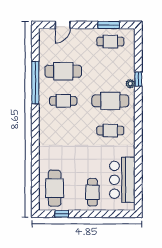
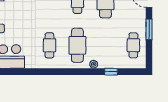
window: (109, 25) -> (149, 29), moved
window: (138, 79) -> (111, 72), moved

